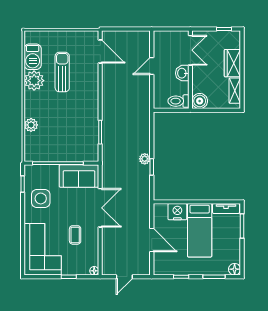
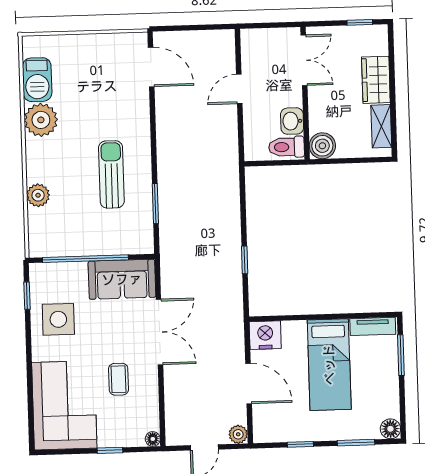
sun lounger: (62, 72) -> (111, 174), moved
washbasin: (182, 73) -> (292, 121), moved
plant: (145, 159) -> (238, 434), moved
nightstand: (177, 212) -> (265, 335), moved

